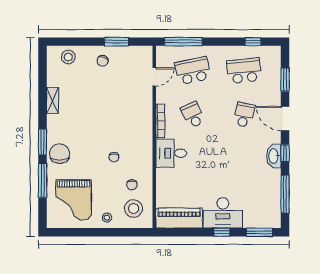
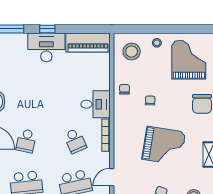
grand piano: (100, 110) -> (164, 146), added
chair: (132, 185) -> (125, 89), moved

